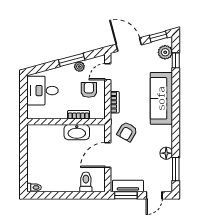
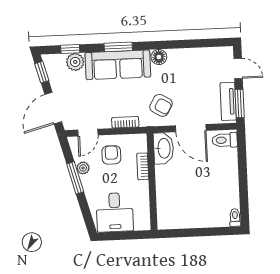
plant: (165, 52) -> (75, 62), moved
door: (108, 72) -> (88, 133), hinge flipped
armchair: (89, 90) -> (111, 155), turned 90
washbasin: (77, 132) -> (163, 148), moved
floor lamp: (166, 153) -> (159, 57), moved
window: (176, 169) -> (118, 47), moved
toilet: (86, 182) -> (225, 140), moved

